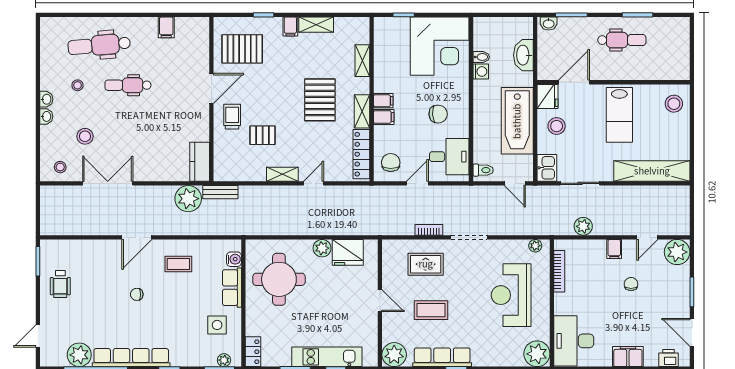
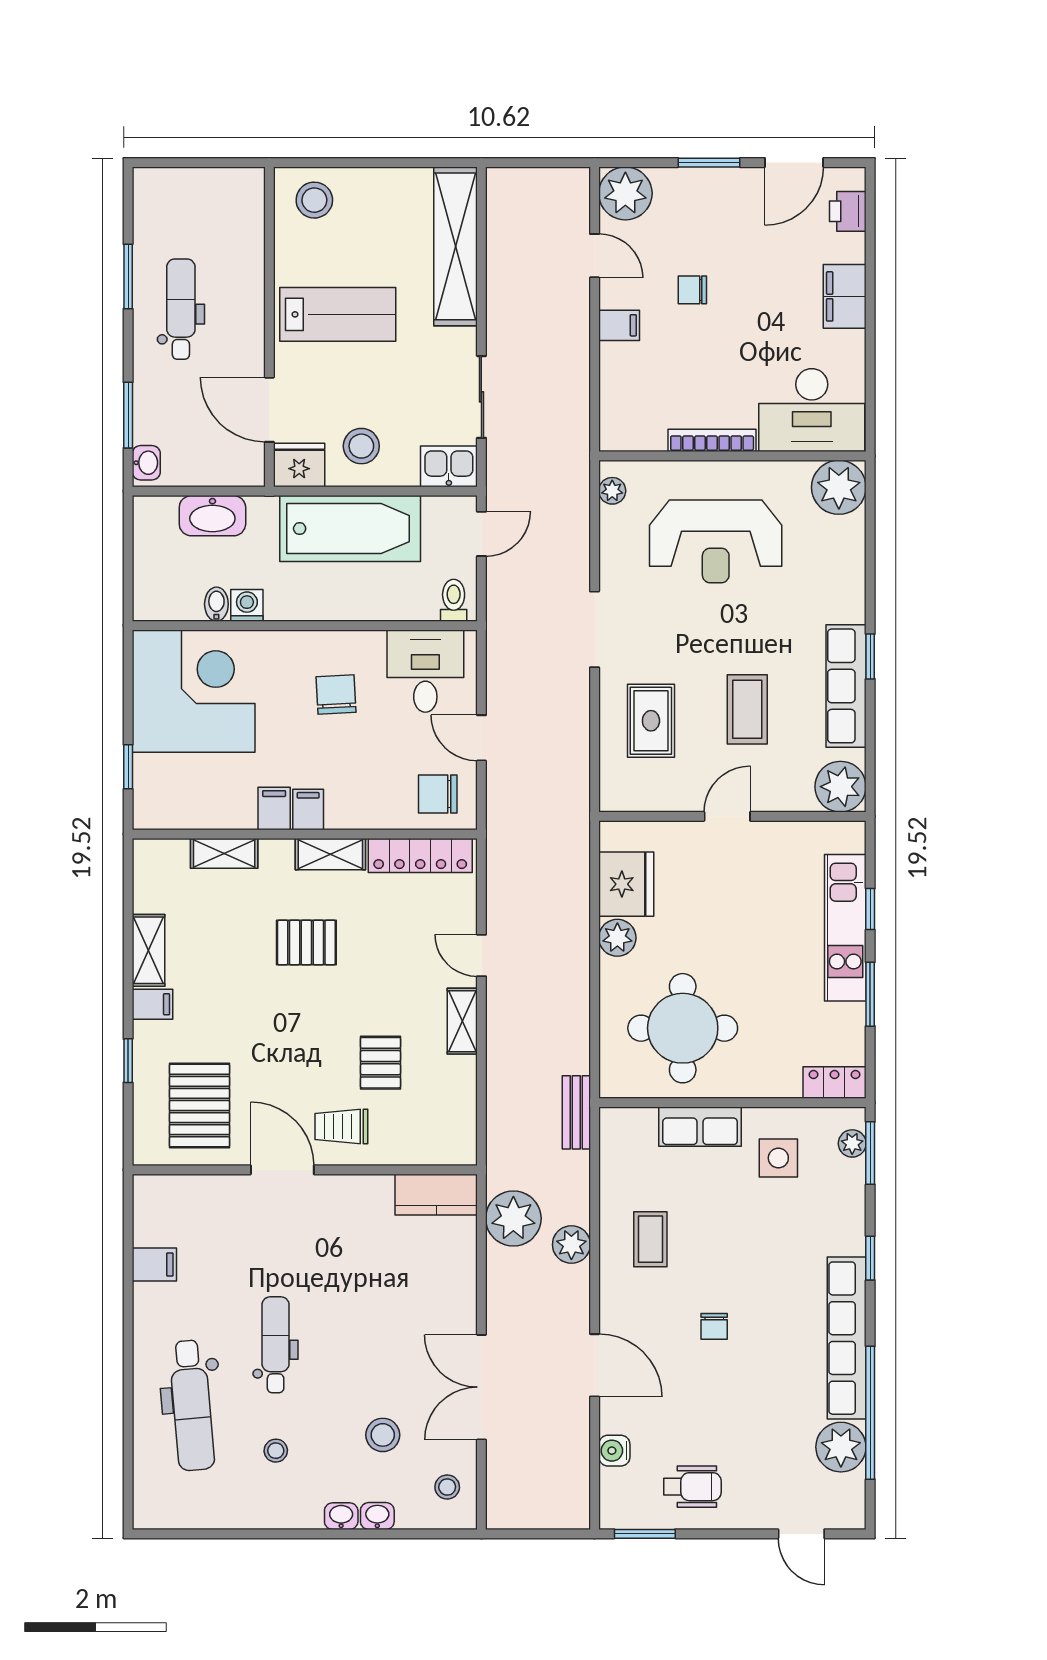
dental chair: (128, 85) -> (276, 1345), turned 180
washbasin: (46, 99) -> (377, 1516), moved
pallet: (320, 100) -> (306, 942), width x0.67, depth x0.71
filing cabinet: (384, 117) -> (274, 808), moved
bench: (220, 192) -> (576, 1112), moved
plant: (583, 226) -> (571, 1245), moved
bookcase: (429, 230) -> (579, 714), removed
door: (137, 237) -> (595, 1365), moved
water cooler: (234, 259) -> (614, 1451), moved, turned -90
bookcase: (559, 271) -> (712, 440), moved

